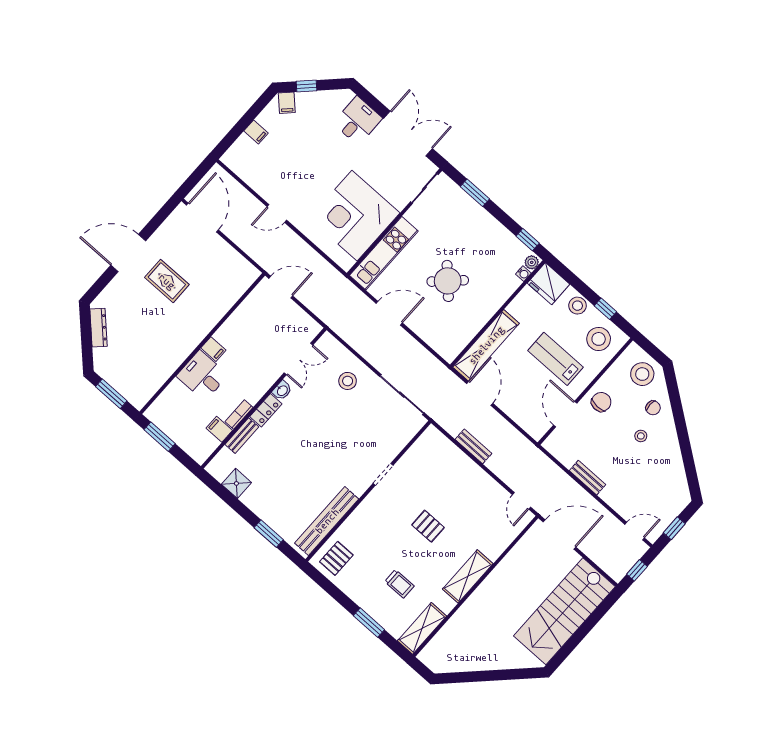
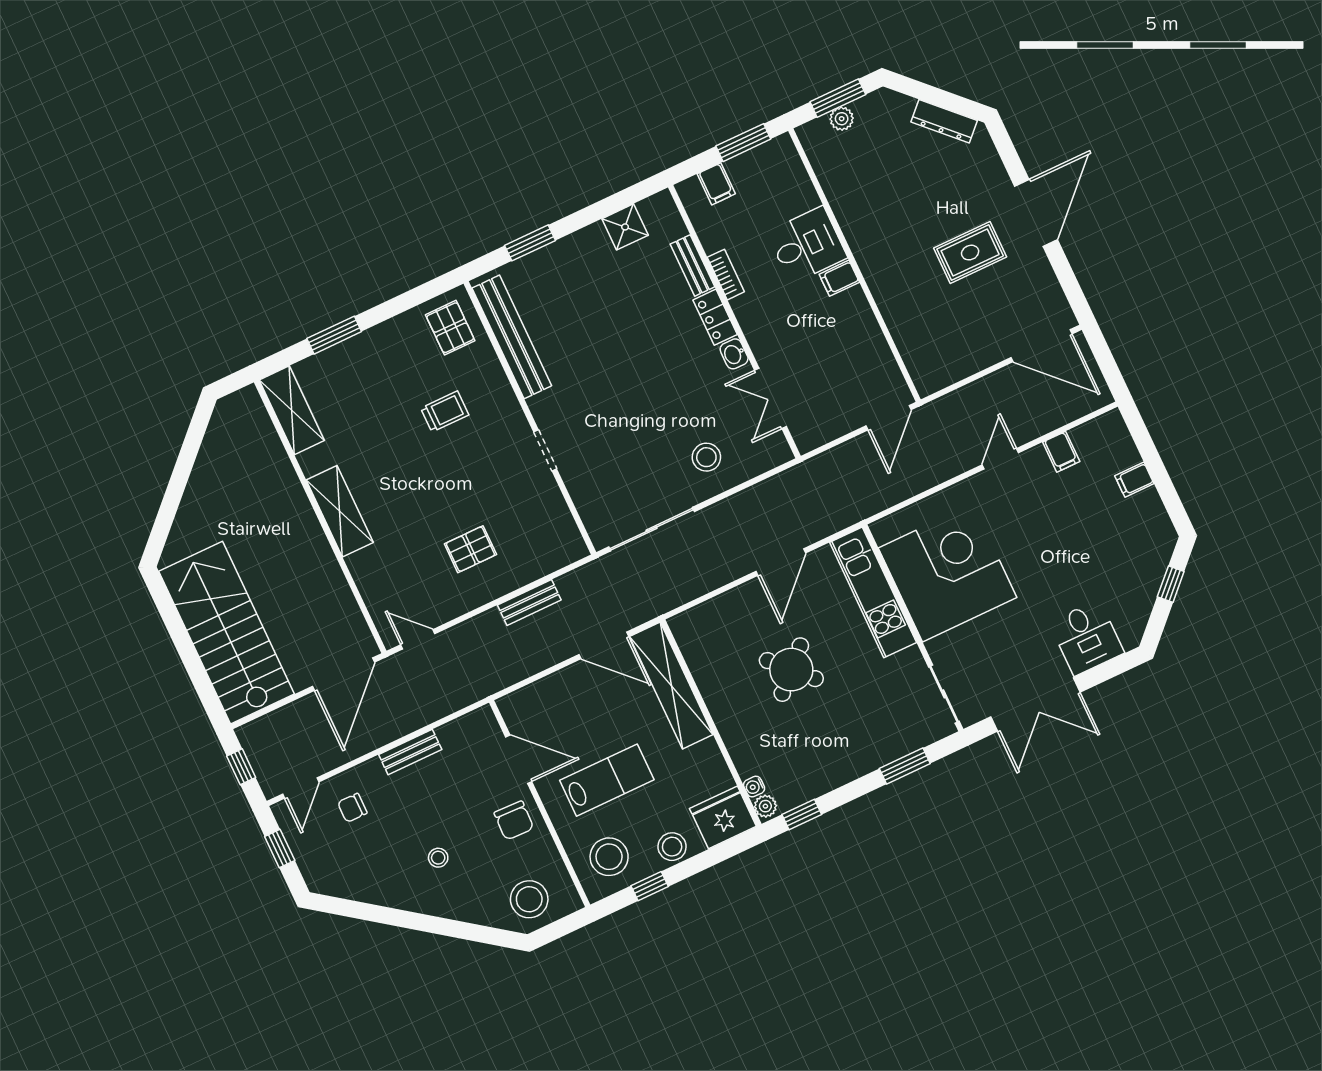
filing cabinet: (287, 103) -> (1061, 452), moved, turned -135
plant: (122, 387) -> (842, 119), added
chair: (653, 408) -> (352, 808), moved
filing cabinet: (219, 429) -> (716, 184), moved, turned 90
pallet: (428, 526) -> (470, 549), moved
trolley: (399, 584) -> (445, 412), moved, turned 180

